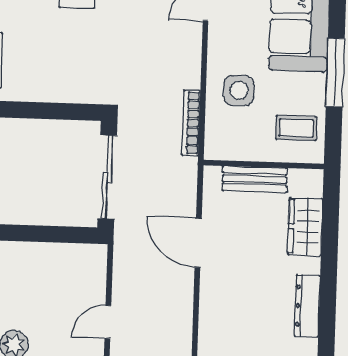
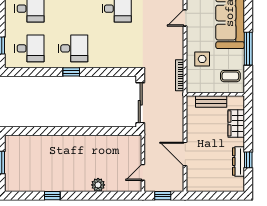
door: (198, 243) -> (185, 154), moved
window: (328, 303) -> (248, 160), added

